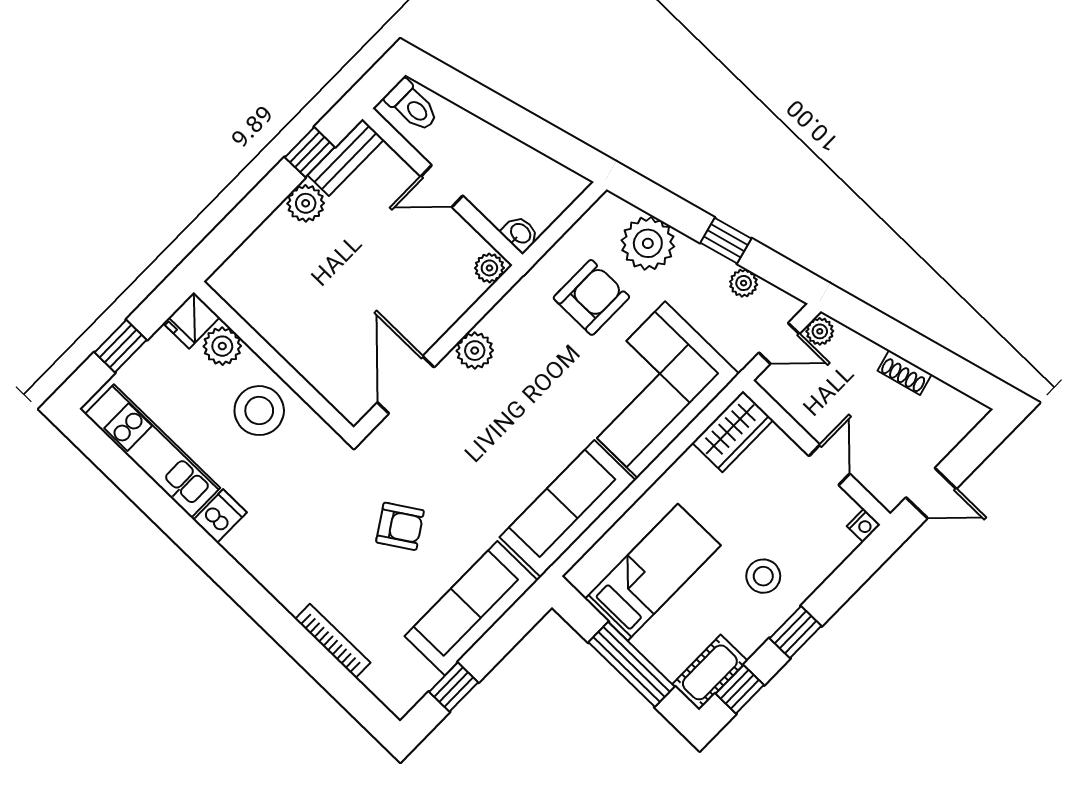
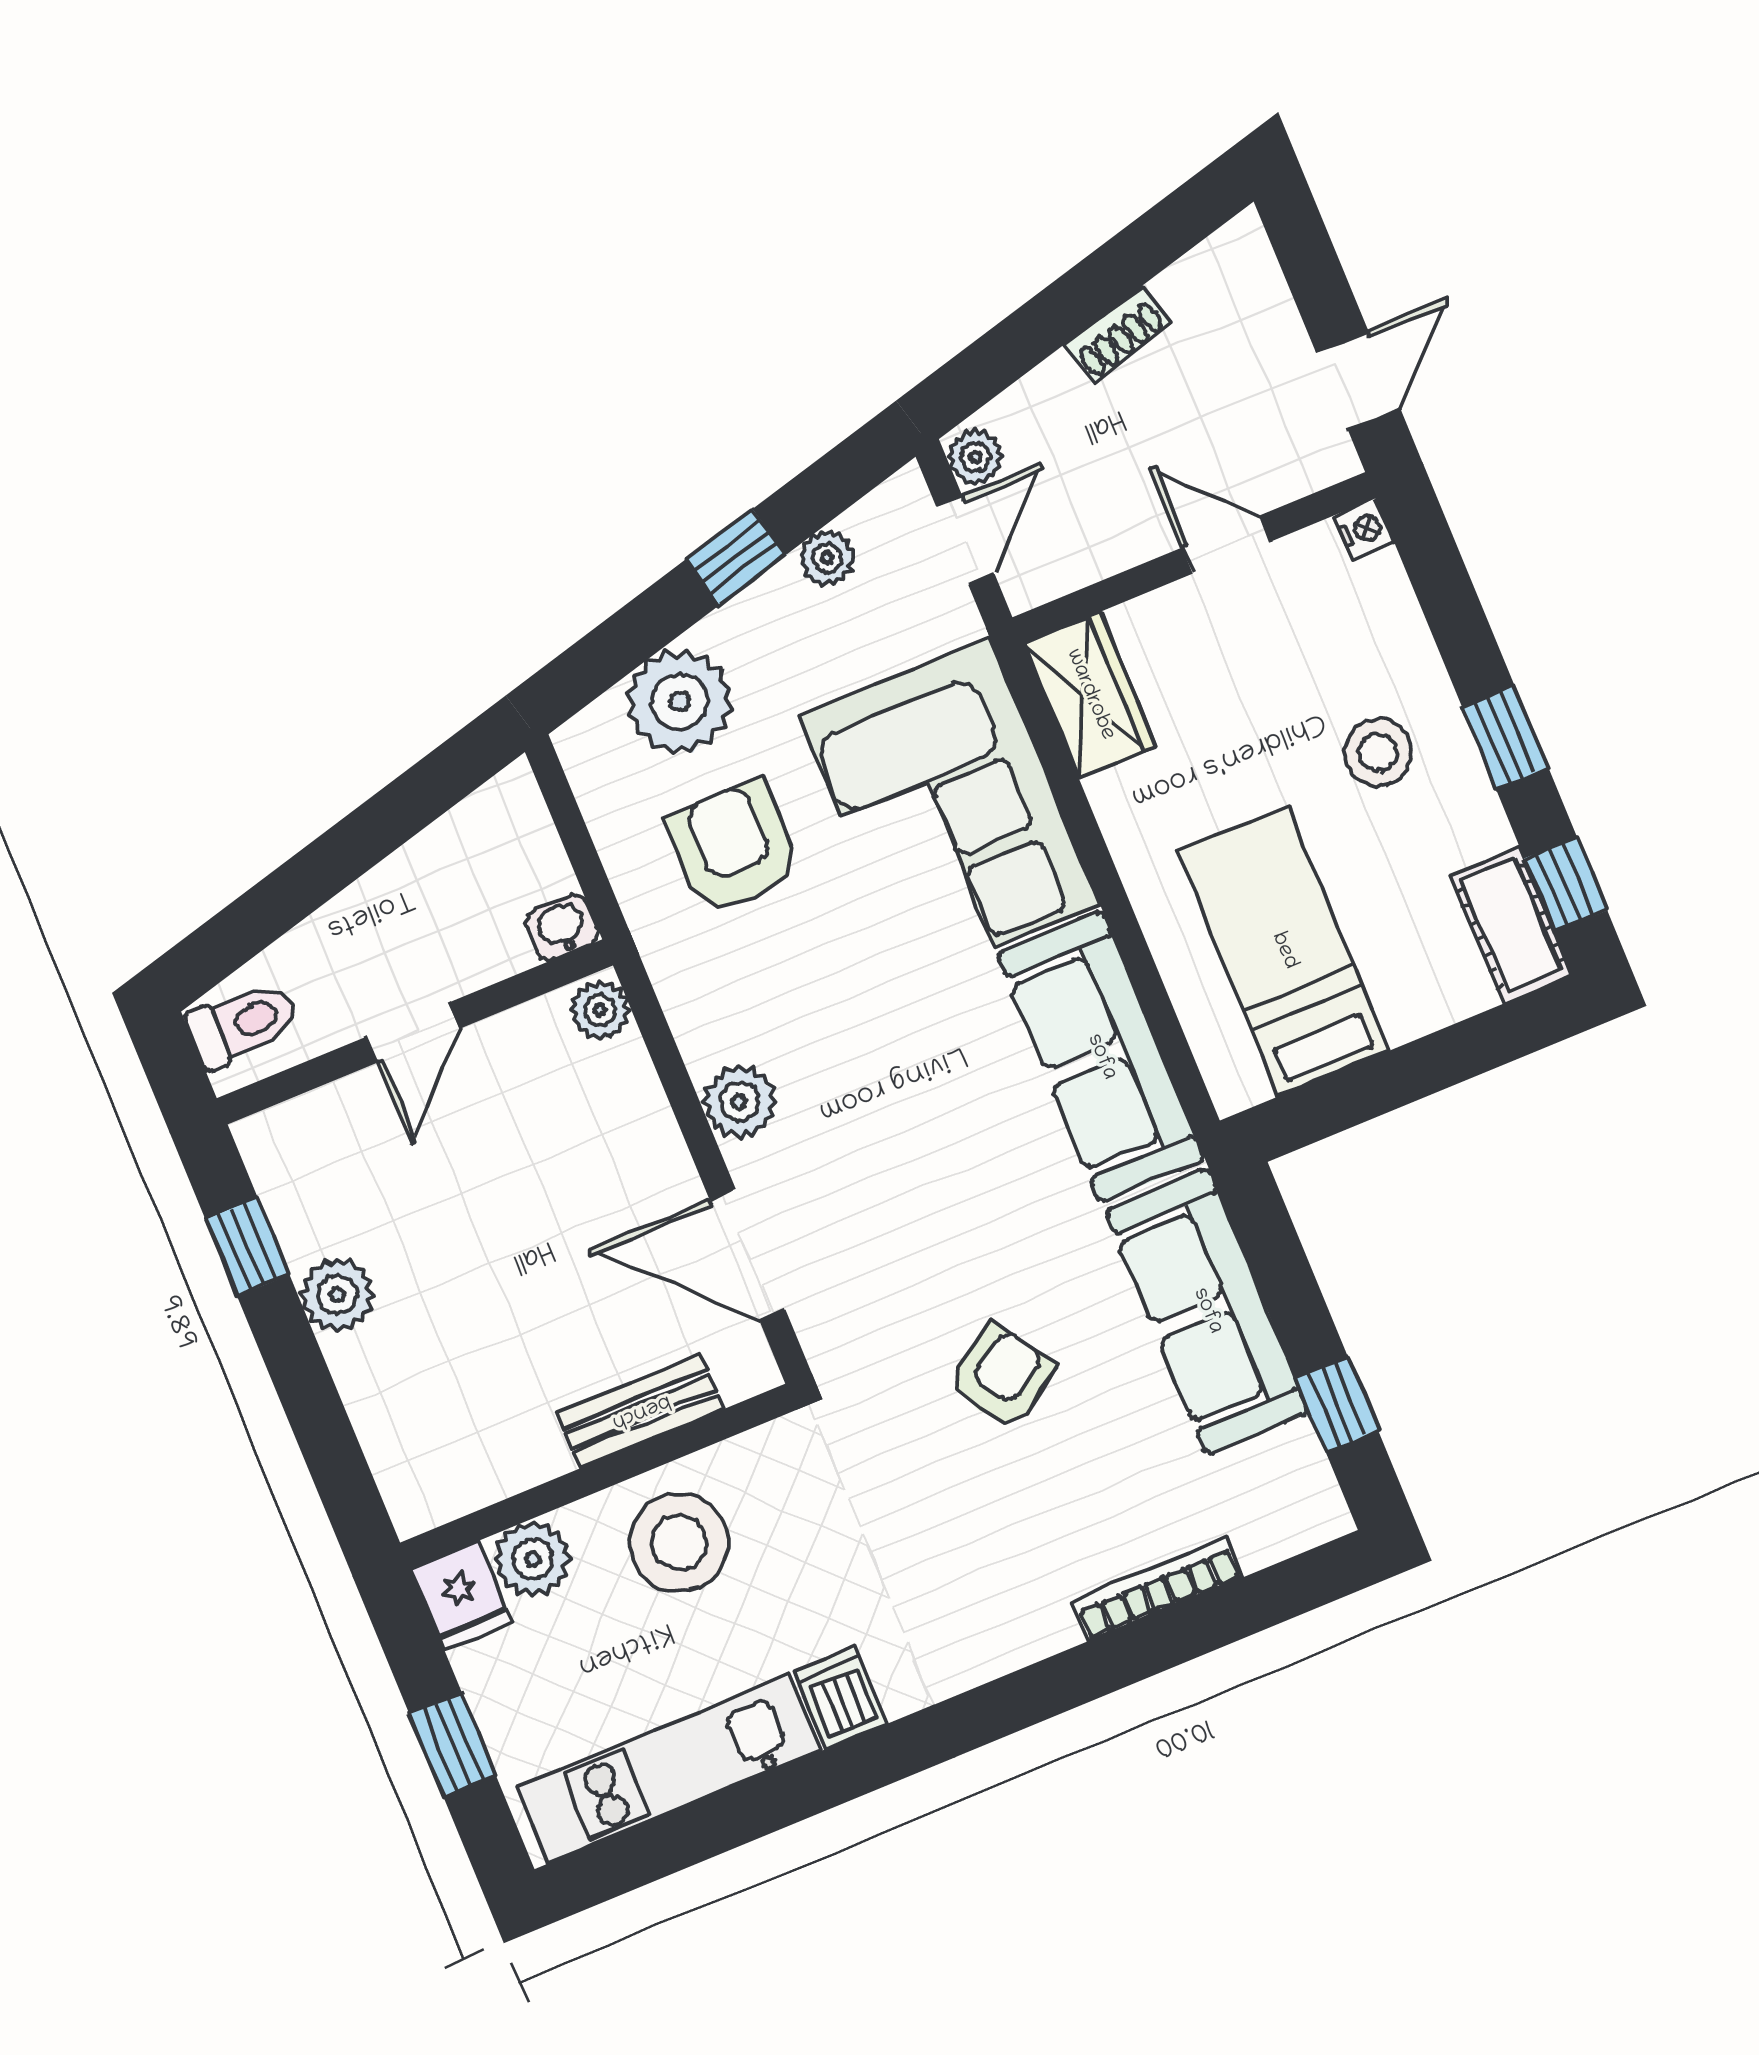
bench: (346, 157) -> (641, 1411), moved, turned 90
window: (632, 664) -> (1435, 1062), removed

